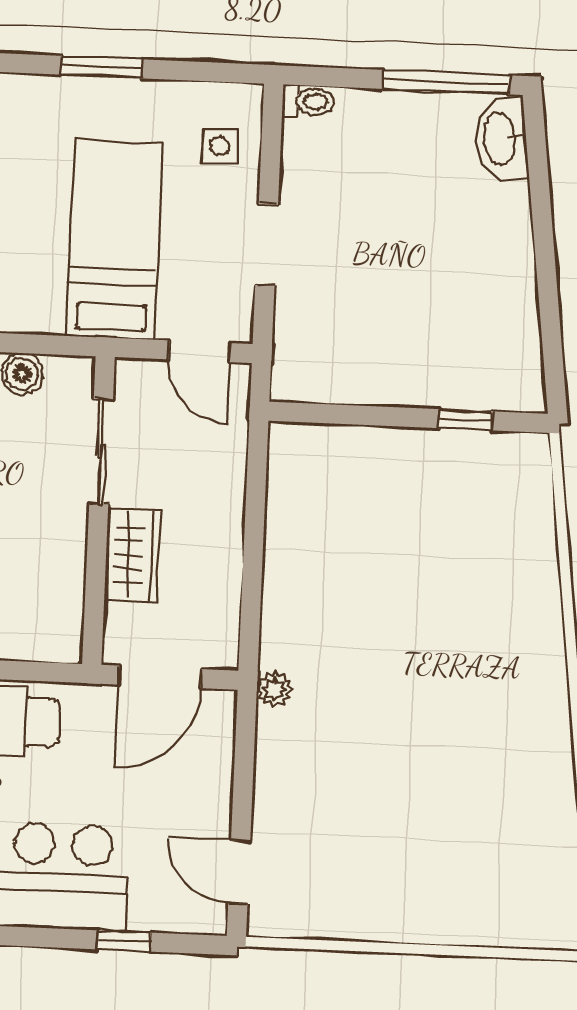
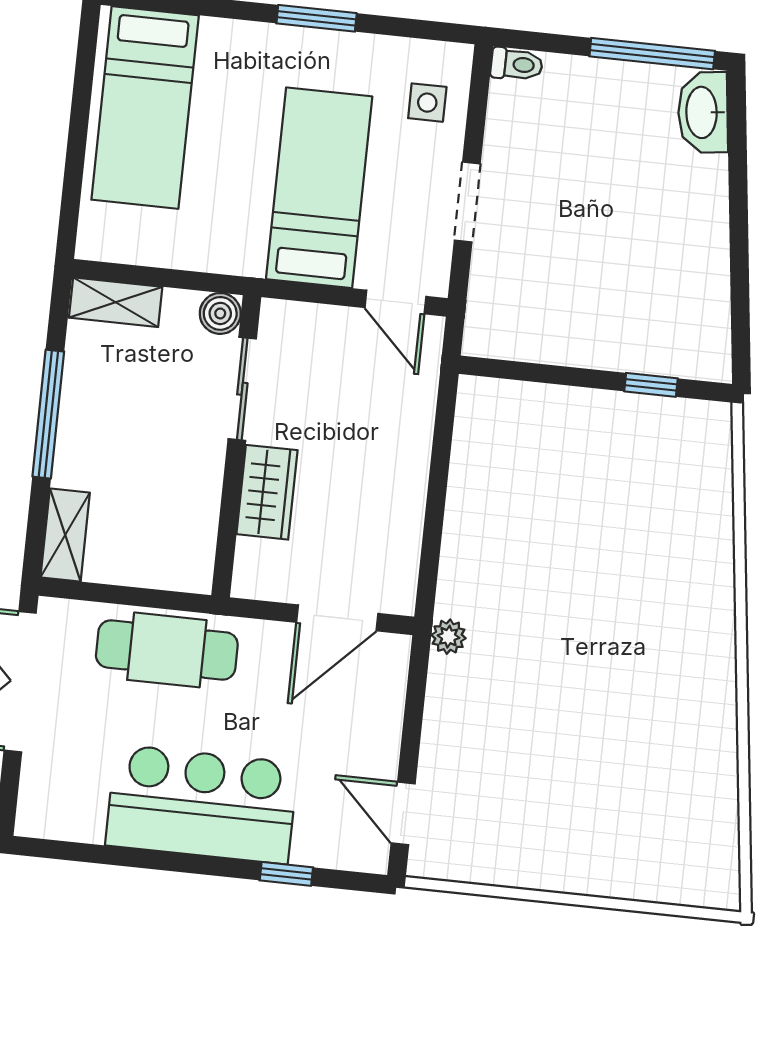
sliding door: (101, 452) -> (242, 389), moved
wall: (98, 510) -> (236, 446), moved
wardrobe: (133, 555) -> (267, 492), moved

